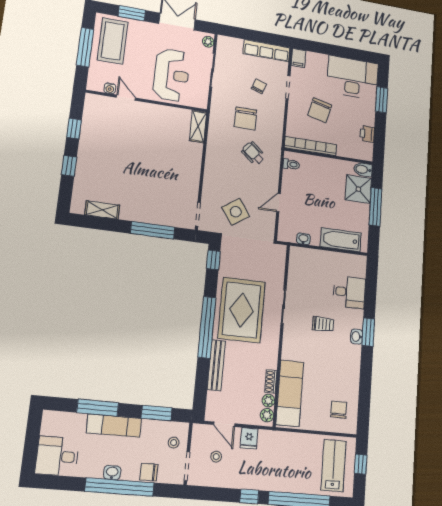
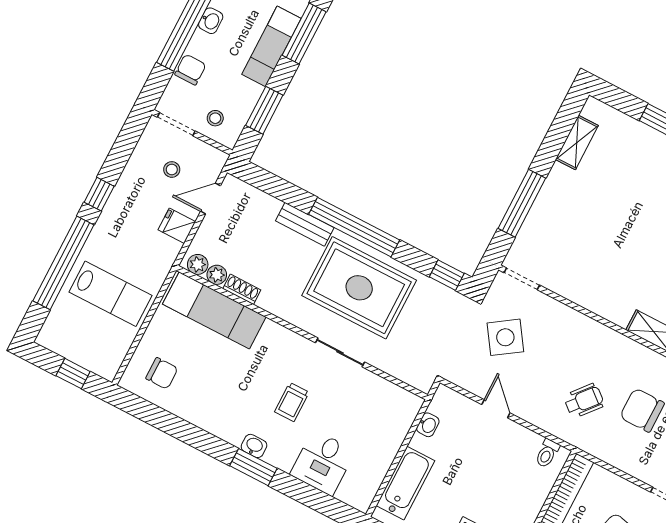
bench: (216, 365) -> (305, 224), width x0.73
lab bench: (334, 465) -> (110, 294), moved

